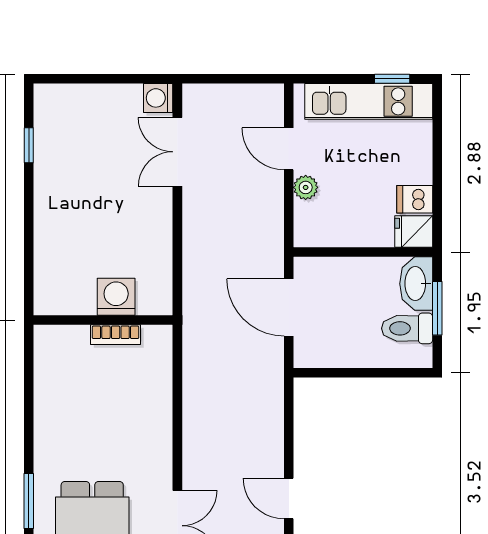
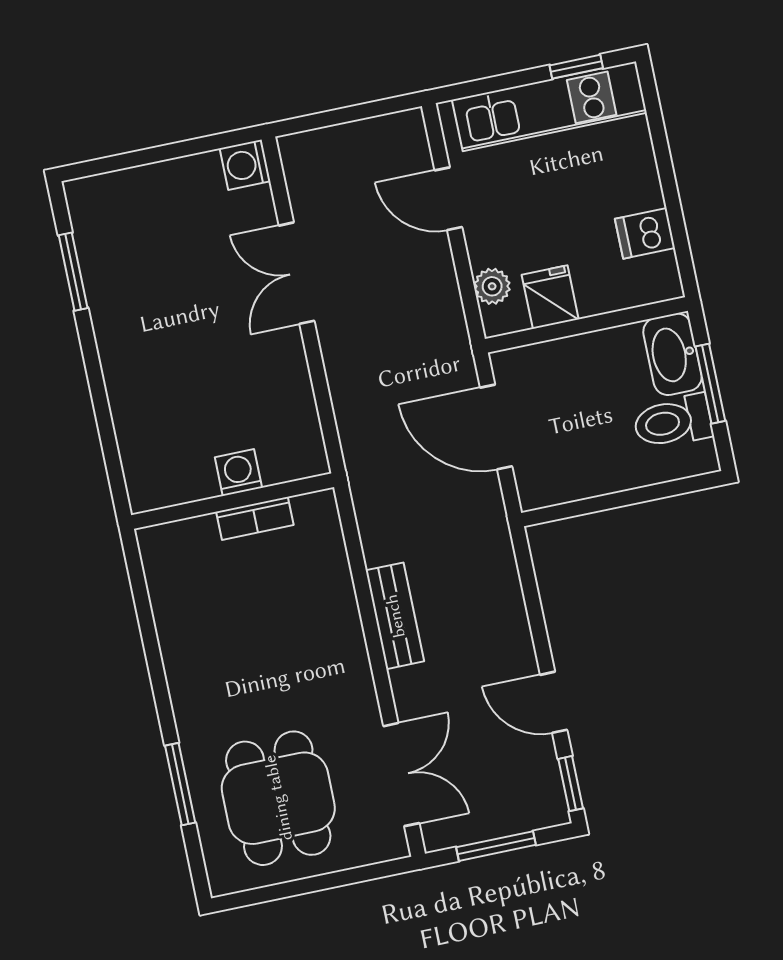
window: (29, 145) -> (73, 272), width x1.50
double door: (177, 152) -> (297, 273), moved
plant: (306, 187) -> (492, 286), moved
fridge: (414, 231) -> (550, 297), moved, turned 90
washing machine: (116, 297) -> (238, 473), width x0.73, depth x0.73
bench: (195, 419) -> (395, 616), added

